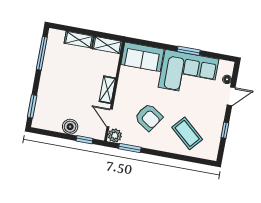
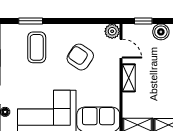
coffee table: (187, 133) -> (37, 47), turned 49
window: (130, 148) -> (31, 21), moved

